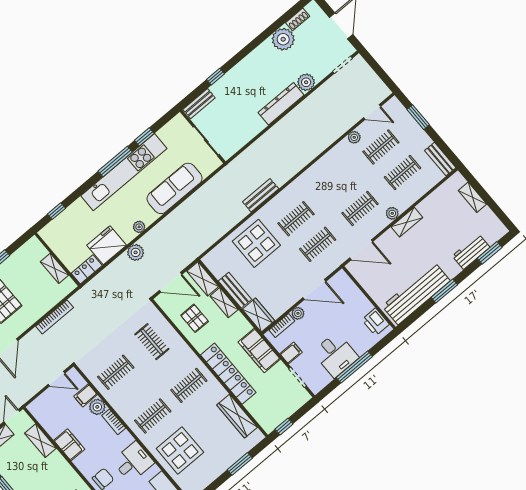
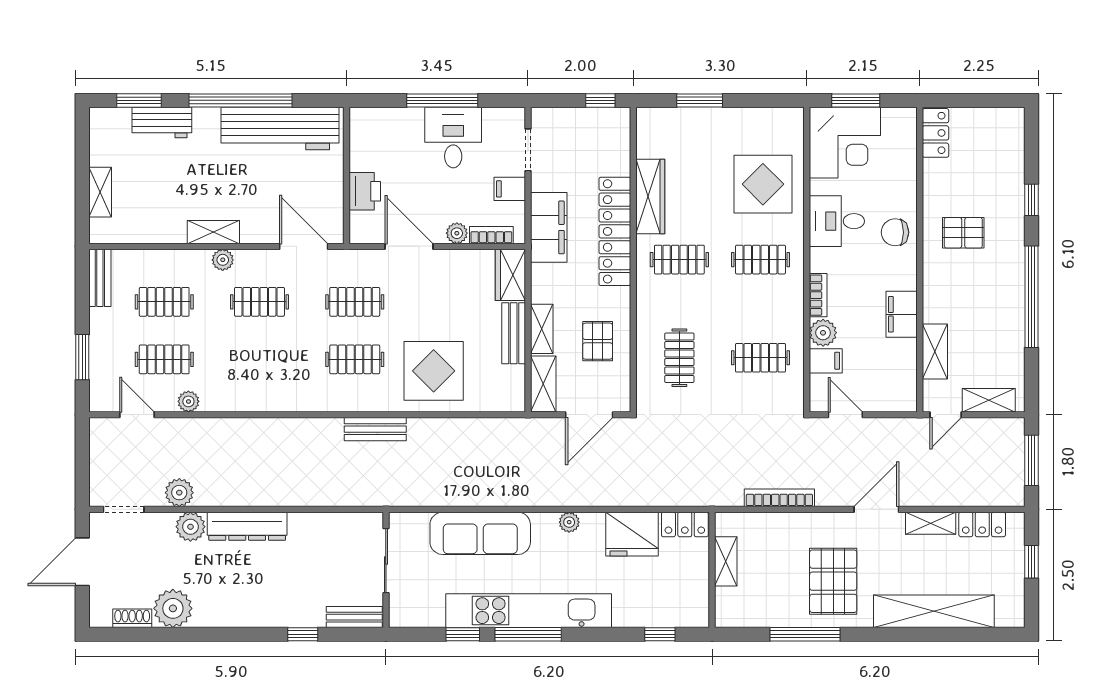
plant: (136, 252) -> (179, 493), moved
door: (171, 282) -> (589, 415), swing flipped
window: (444, 291) -> (240, 100), width x2.11
printer: (376, 322) -> (365, 191), moved
wardrobe: (237, 416) -> (650, 196), moved

